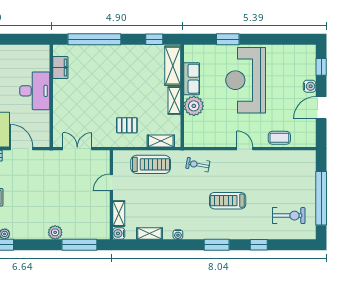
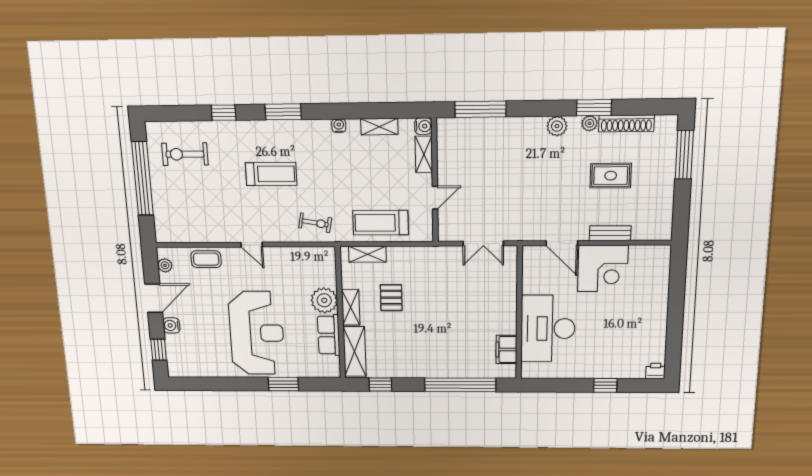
desk: (35, 91) -> (548, 329), width x1.36, depth x1.30
pallet: (127, 125) -> (391, 298), moved, turned 90
plant: (310, 133) -> (165, 265), added
plant: (55, 232) -> (557, 126), moved

